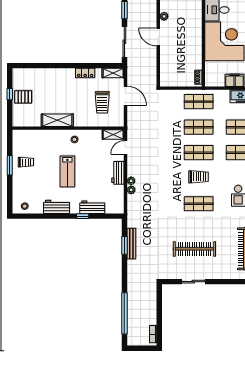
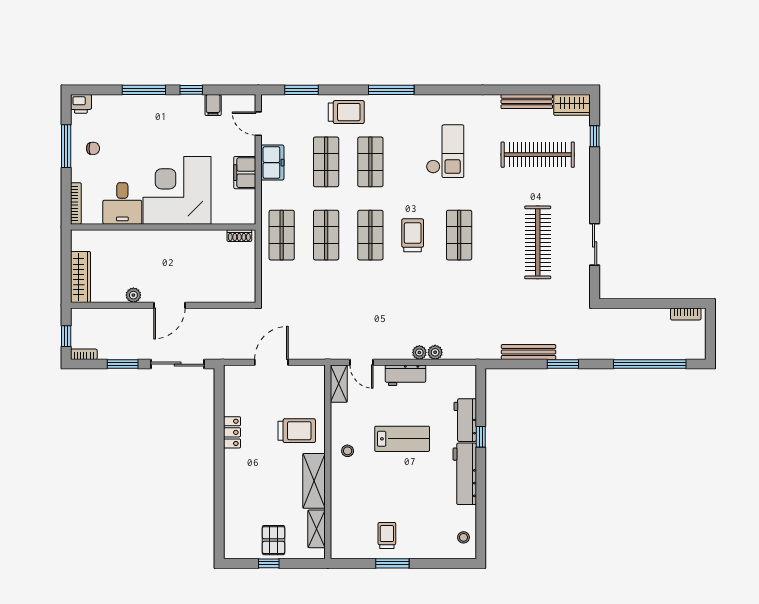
shelving: (113, 73) -> (316, 529), moved
trolley: (102, 102) -> (297, 431), moved
lab bench: (67, 171) -> (402, 439), moved
workbench: (56, 207) -> (465, 474), width x1.37
window: (124, 245) -> (563, 364), moved

